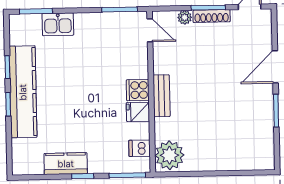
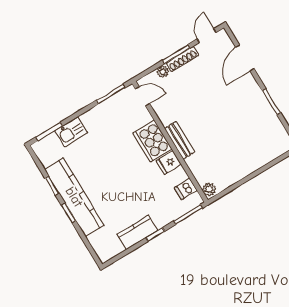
door: (275, 67) -> (245, 58), moved
cooker: (138, 90) -> (152, 141), width x1.87, depth x1.31
plant: (169, 155) -> (209, 189), width x0.53, depth x0.53

